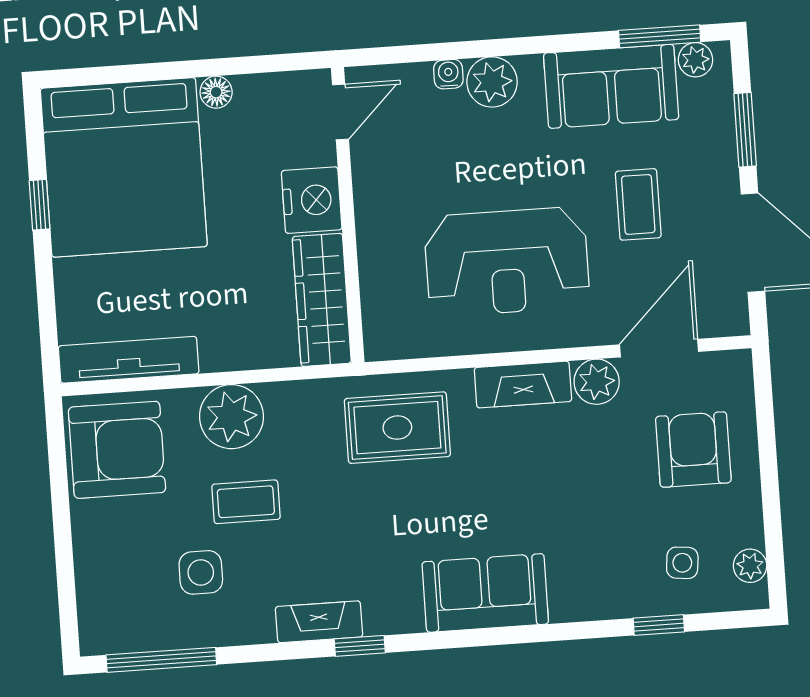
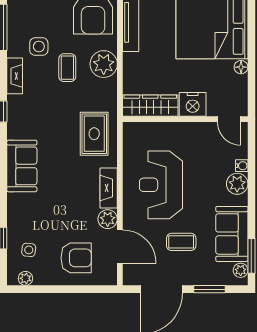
fireplace: (319, 622) -> (15, 76), moved

